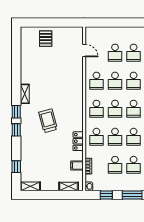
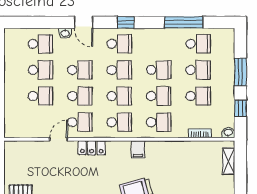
door: (84, 50) -> (59, 139), moved
locker: (78, 141) -> (92, 148), moved
filing cabinet: (77, 165) -> (138, 149), moved

